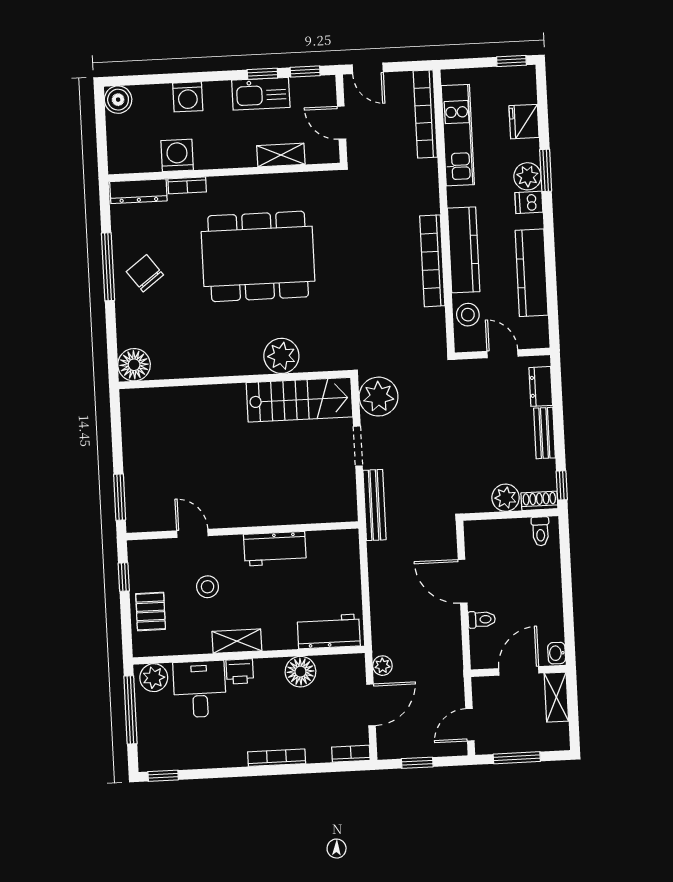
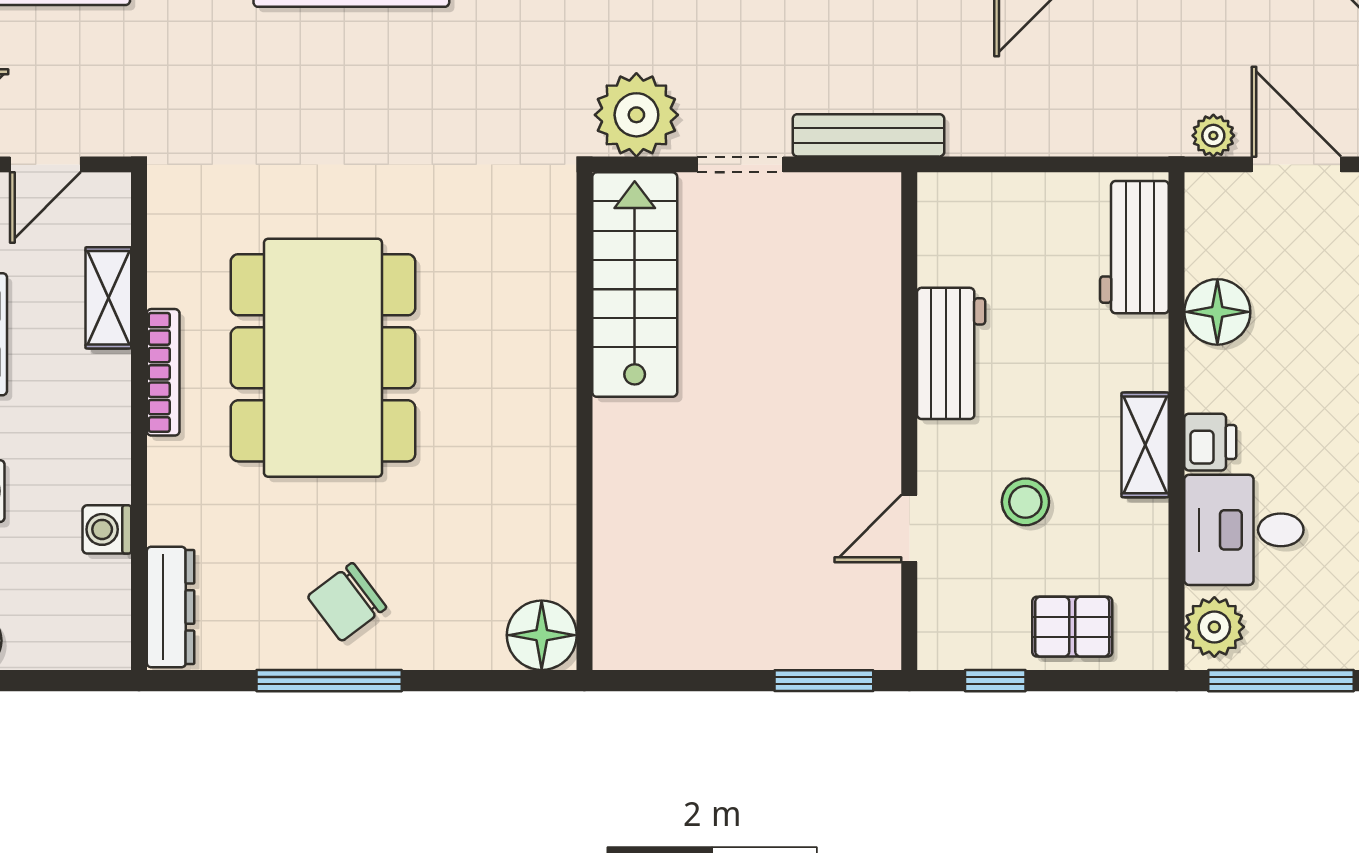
washing machine: (177, 155) -> (107, 529), width x0.73, depth x0.73
bookcase: (187, 185) -> (163, 372), moved, width x1.56
plant: (281, 356) -> (539, 318), removed

